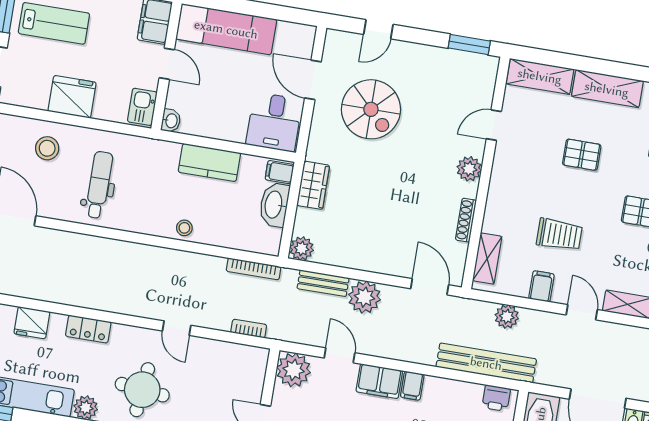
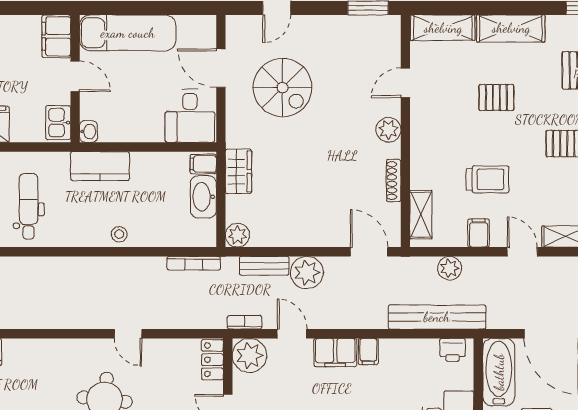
kitchen counter: (209, 163) -> (100, 166), moved
locker: (88, 329) -> (212, 360), moved, turned 90
bookcase: (249, 329) -> (245, 322), moved

